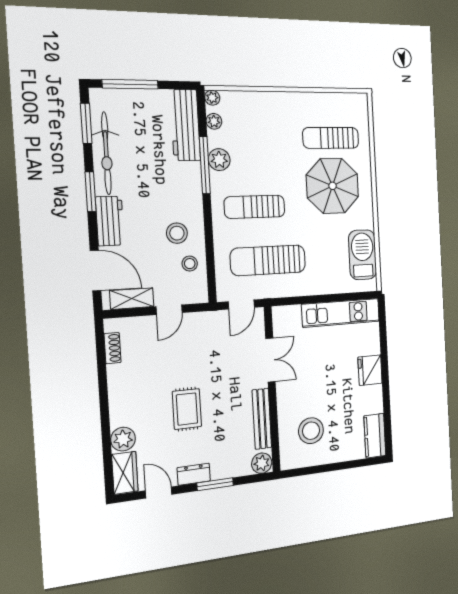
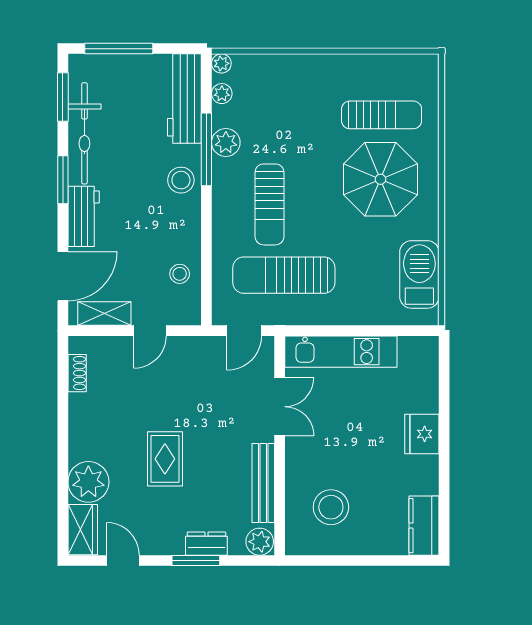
sun lounger: (331, 138) -> (382, 115), turned 180
sun lounger: (255, 207) -> (270, 204), turned -90
stool: (177, 233) -> (181, 180), moved
door: (96, 271) -> (63, 276), hinge flipped
kitchen unit: (341, 313) -> (341, 352), moved
plant: (123, 439) -> (88, 482), width x1.36, depth x1.36
dresser: (194, 474) -> (206, 544), moved

